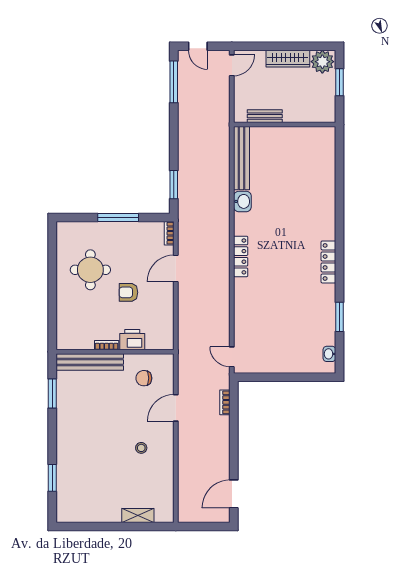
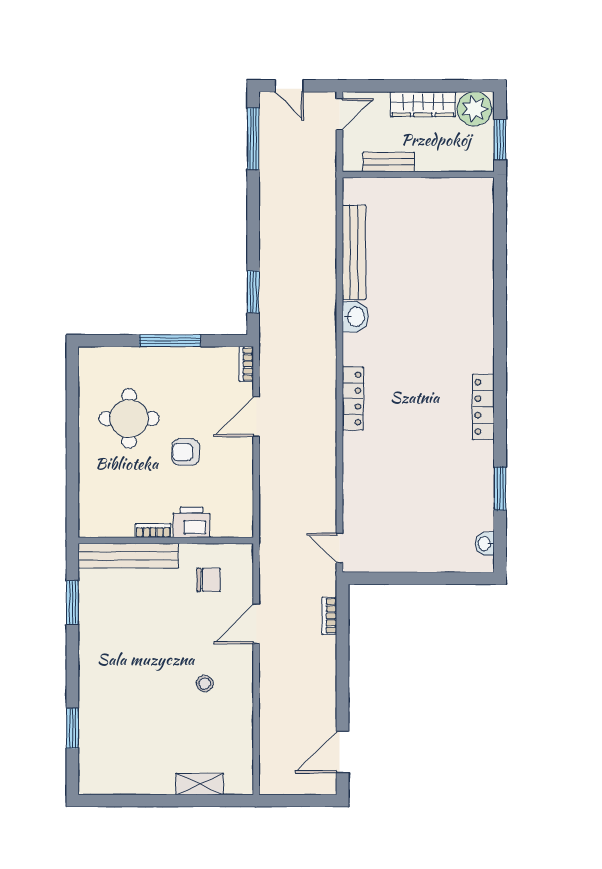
bench: (265, 116) -> (389, 162), moved
wall: (285, 125) -> (418, 175), moved
chair: (144, 378) -> (209, 580), turned 180

